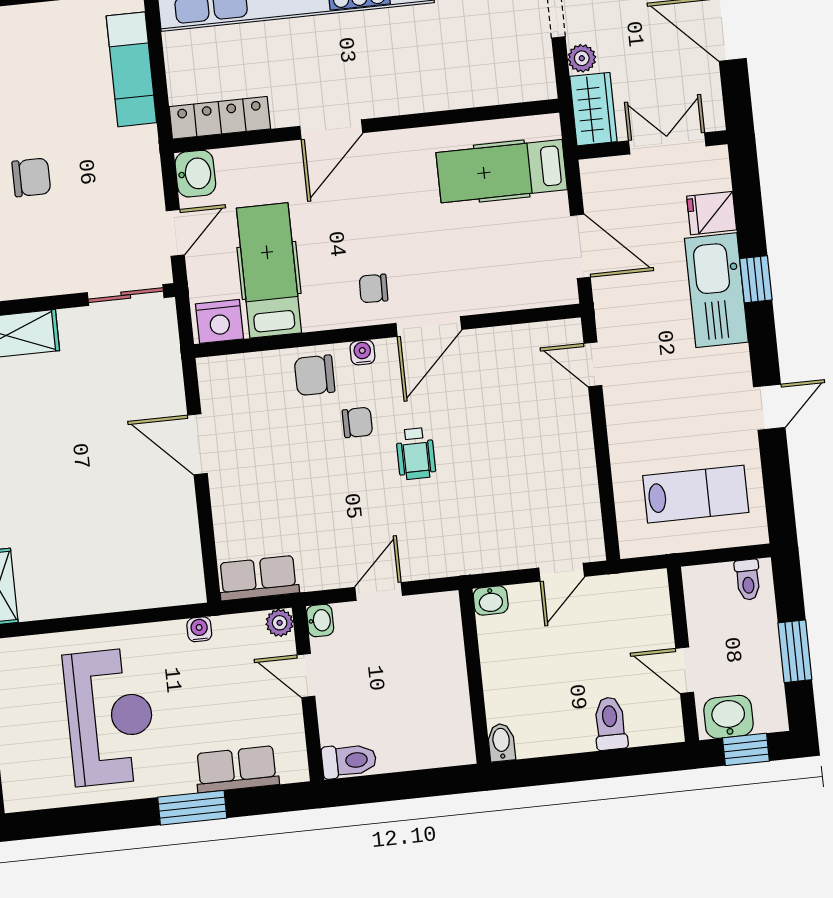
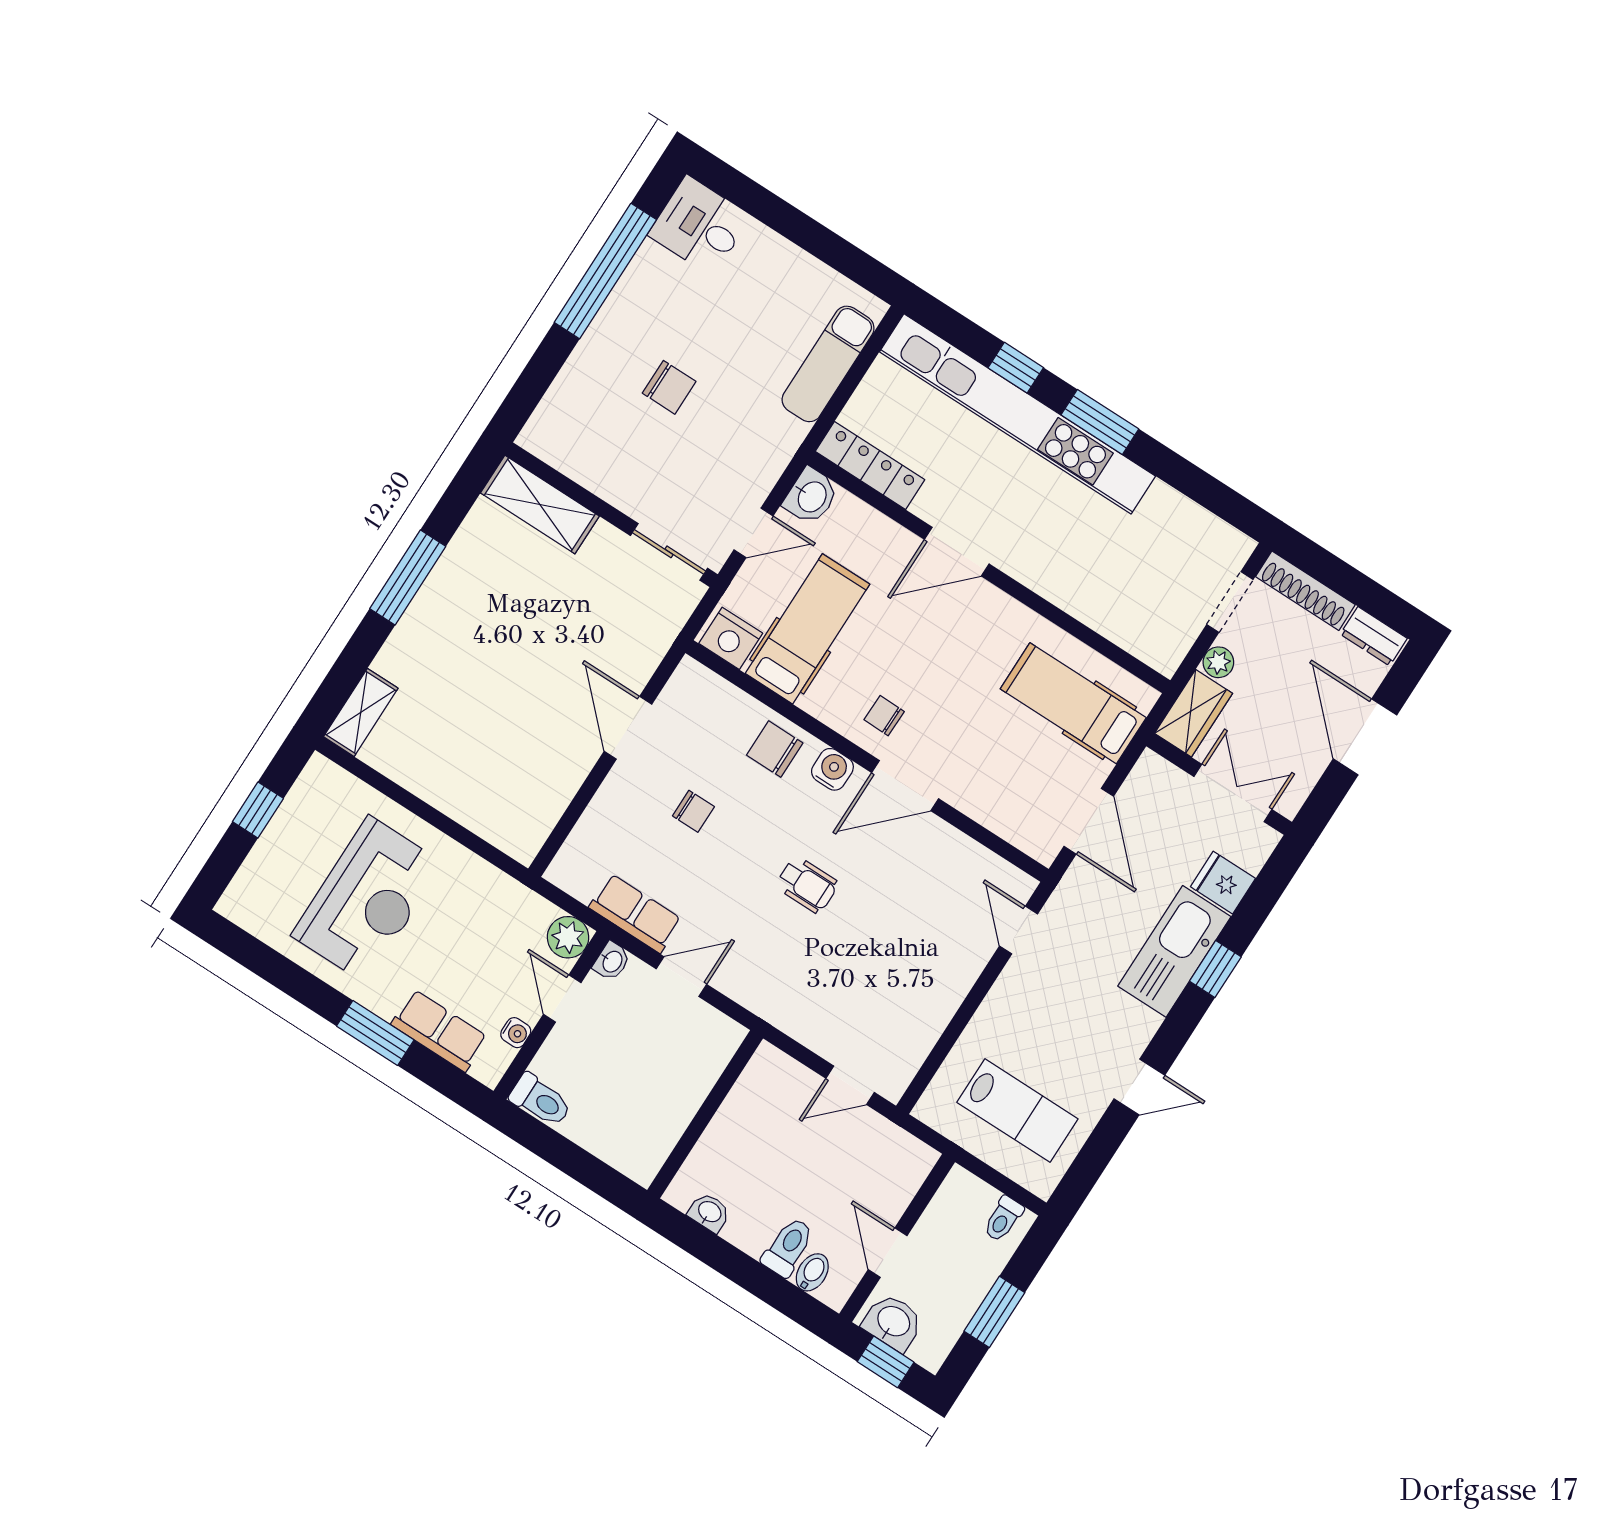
water cooler: (362, 352) -> (832, 769), width x1.38, depth x1.38
chair: (357, 422) -> (693, 811), moved
wheelchair: (416, 454) -> (807, 885), turned -90
row of seats: (258, 578) -> (635, 913), moved
washbasin: (491, 600) -> (709, 1212), moved, turned 180
plant: (280, 623) -> (568, 937), width x1.38, depth x1.38
water cooler: (199, 629) -> (516, 1033), moved, turned 90
bidet: (501, 742) -> (812, 1272), moved

